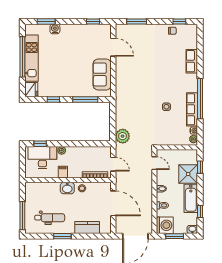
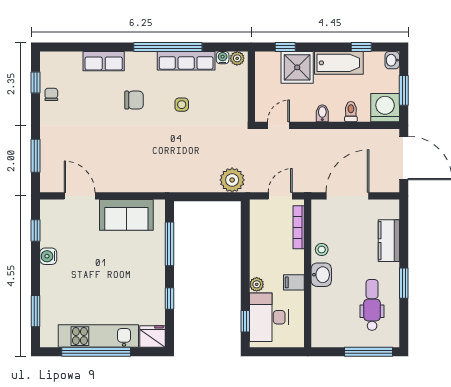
water cooler: (55, 29) -> (48, 256), moved
door: (113, 47) -> (80, 196), hinge flipped
chair: (169, 79) -> (134, 100), added

